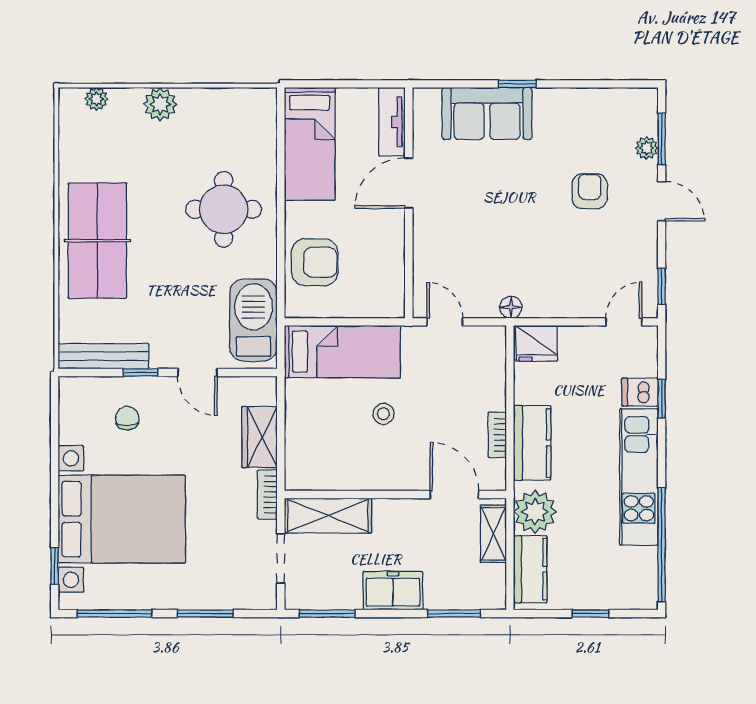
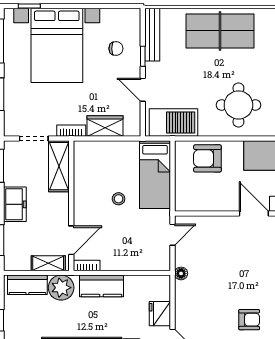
armchair: (315, 262) -> (207, 158), turned 90
fridge: (536, 343) -> (160, 314), moved
door: (197, 373) -> (143, 90), hinge flipped
bookcase: (497, 435) -> (87, 265), moved

